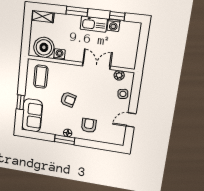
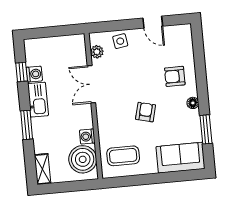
window: (21, 102) -> (166, 177), removed
window: (65, 140) -> (206, 129), moved

